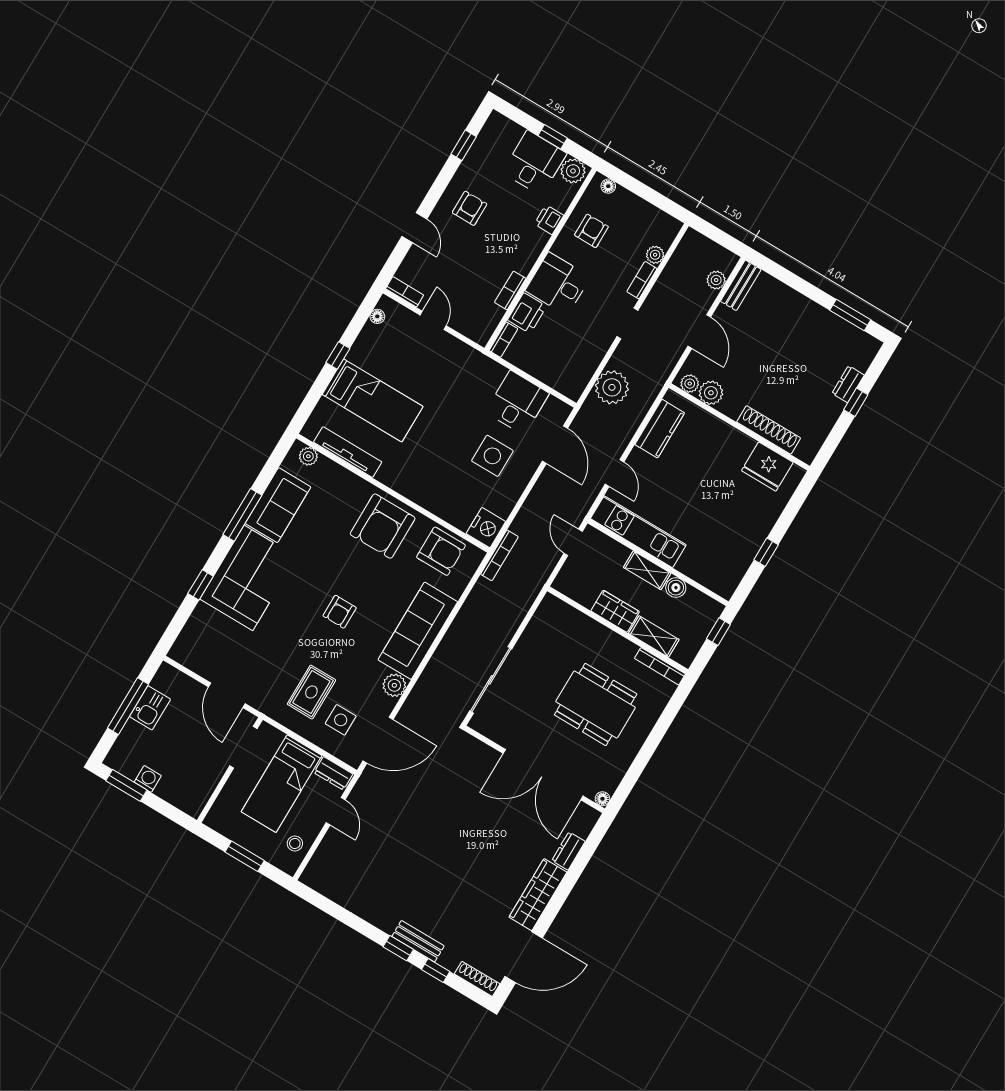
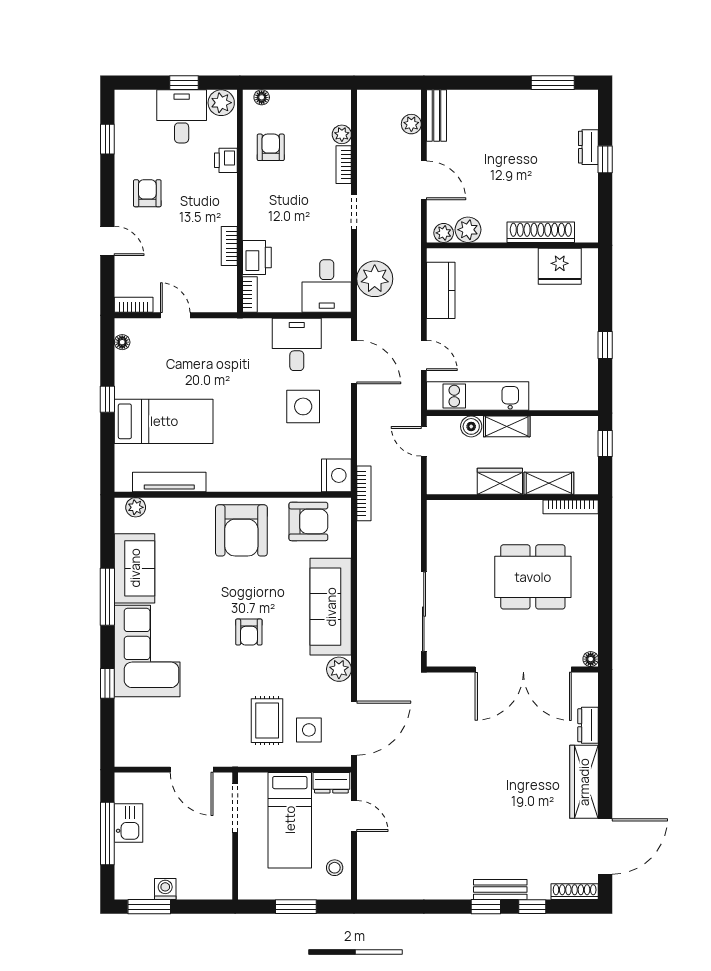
desk: (558, 284) -> (327, 286), moved, turned -90
boiler: (676, 588) -> (471, 426), moved

